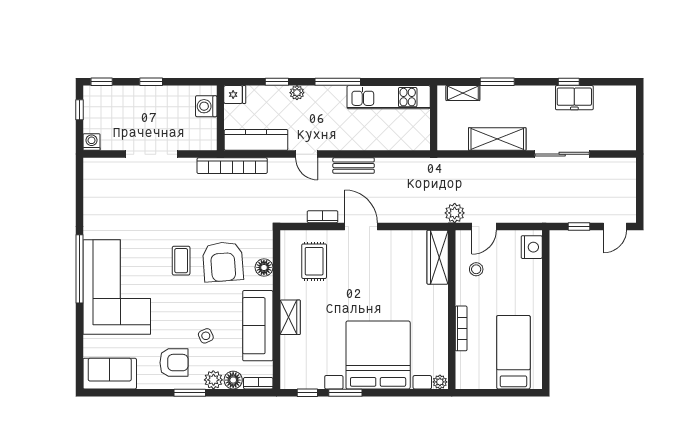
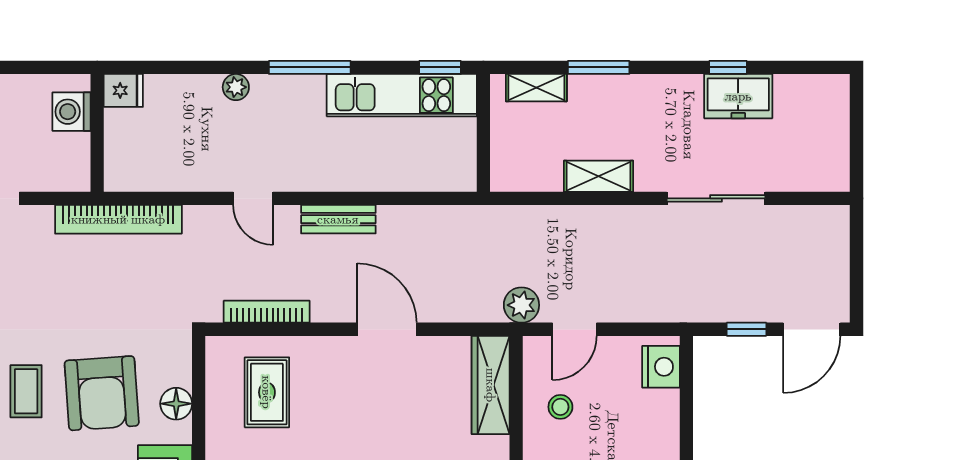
window: (277, 82) -> (440, 67), moved
shelving: (497, 139) -> (599, 176), width x0.67, depth x0.75
kitchen counter: (256, 140) -> (162, 173), removed
bookcase: (323, 217) -> (267, 312), width x1.56
door: (361, 226) -> (387, 329), moved
door: (615, 226) -> (812, 329), width x1.38

